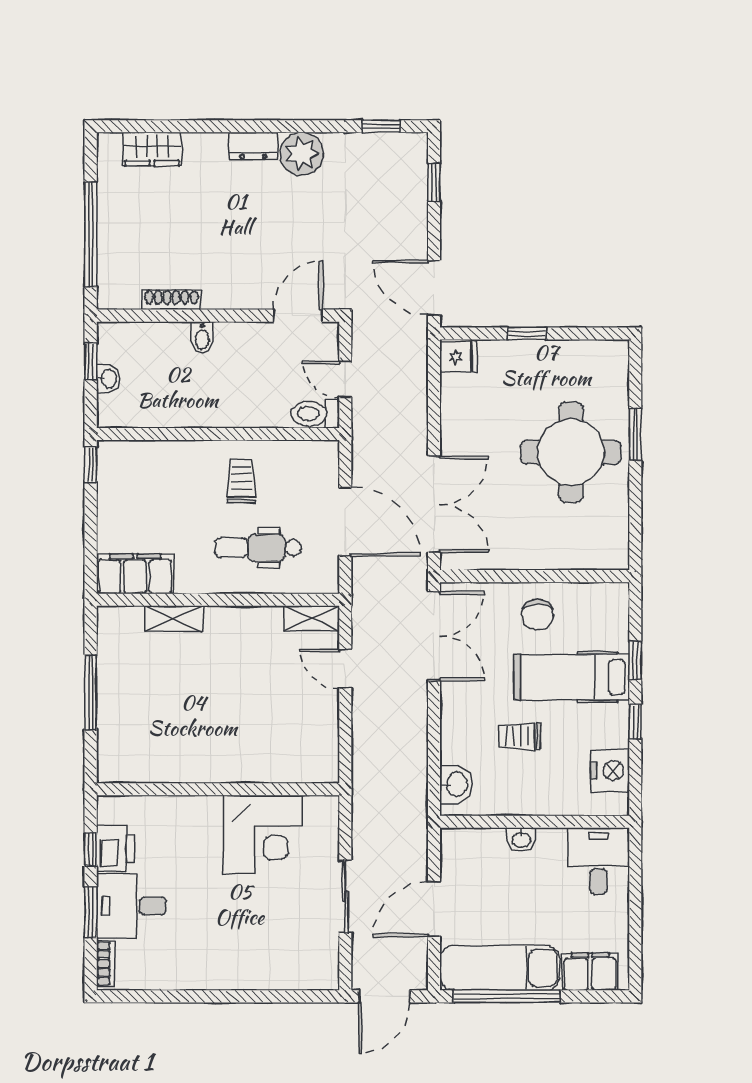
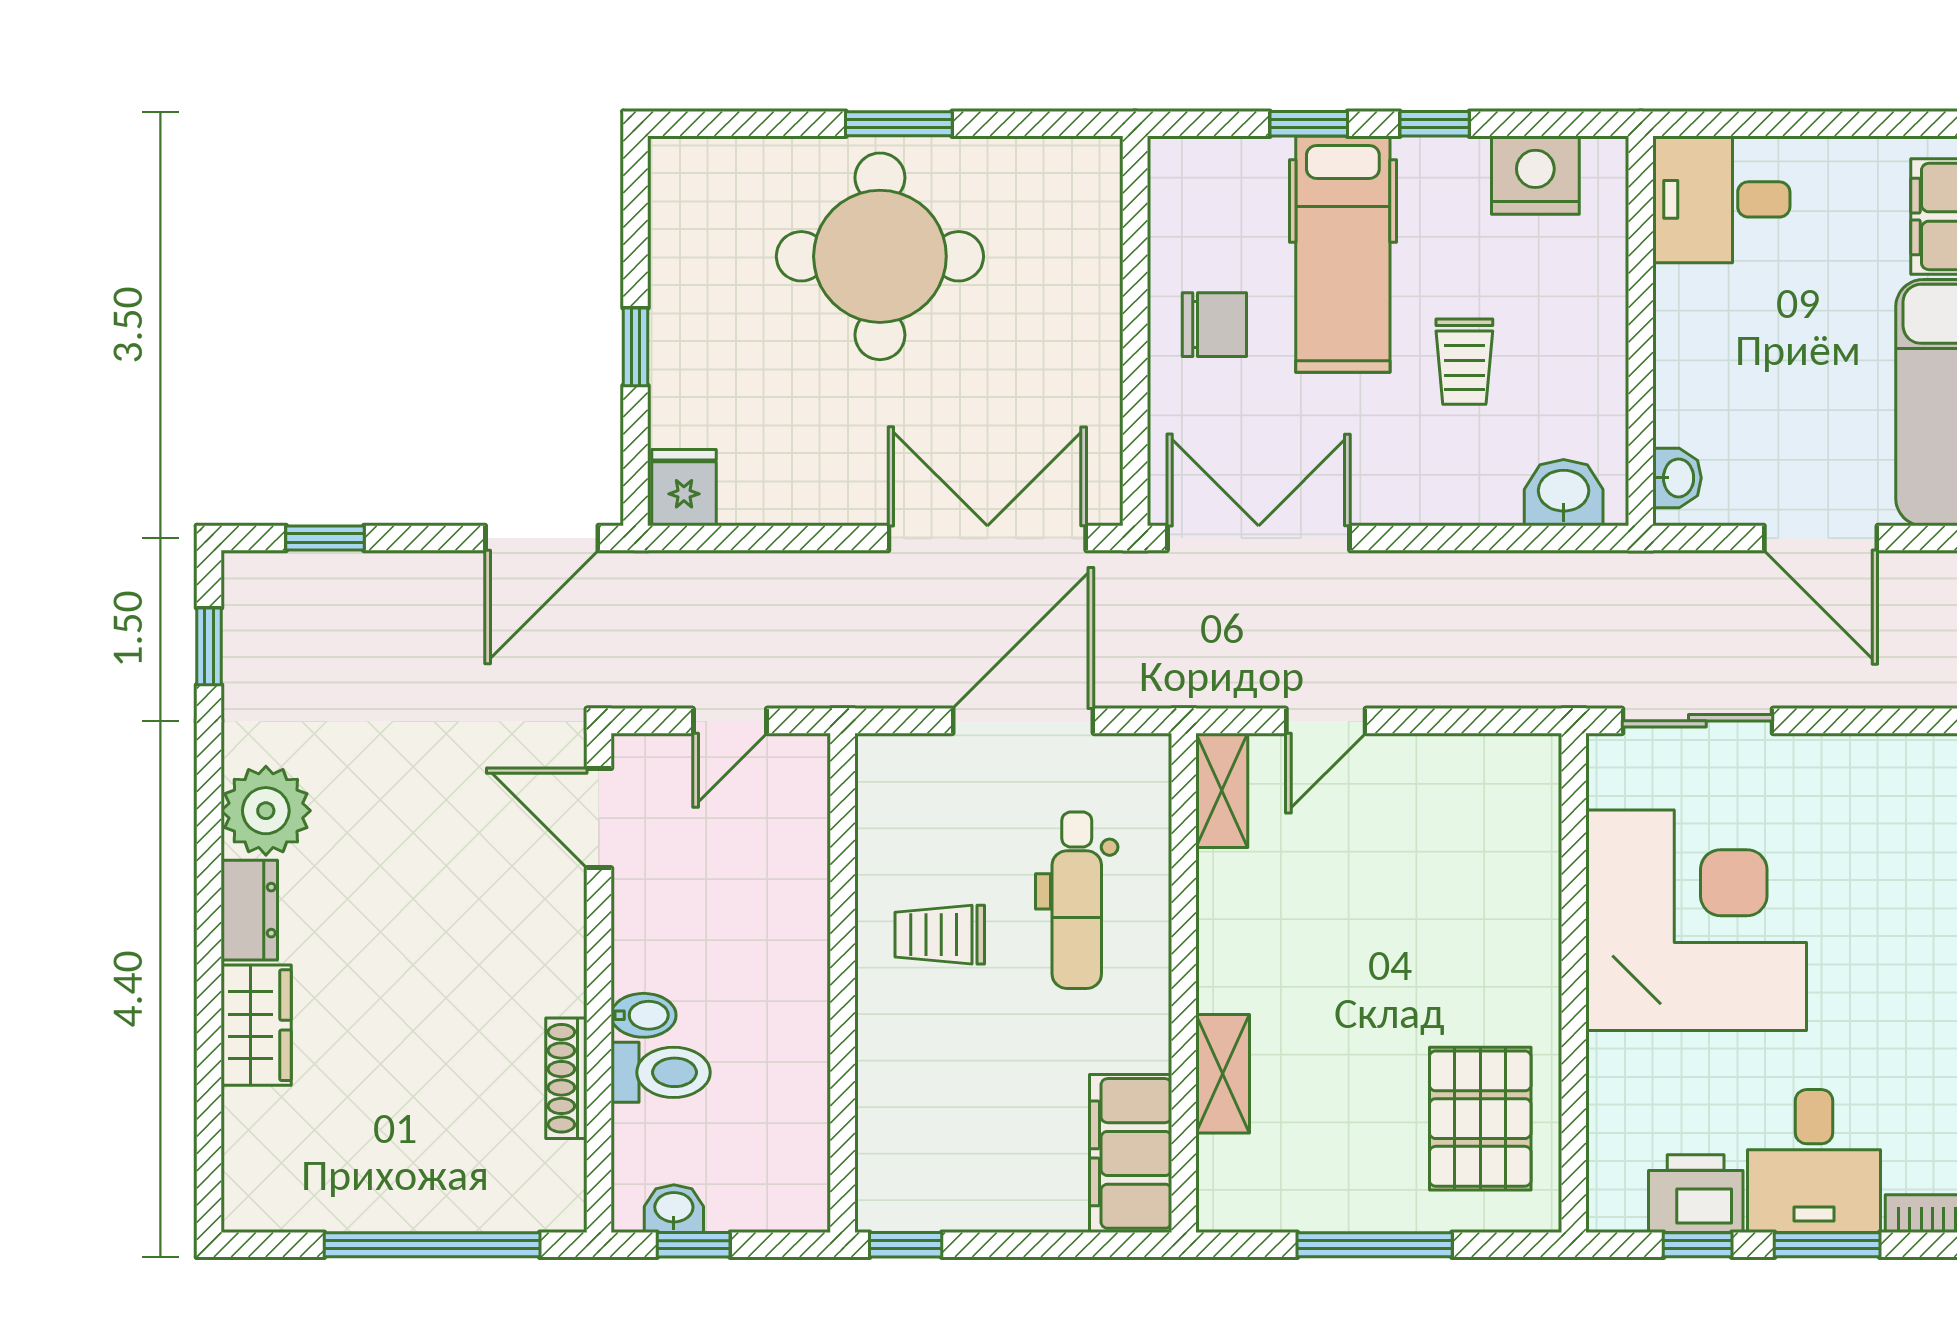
wardrobe: (152, 149) -> (256, 1025), moved
washbasin: (108, 379) -> (674, 1209), moved
toilet: (315, 414) -> (661, 1072), moved, turned -90
window: (635, 434) -> (899, 124), moved
pallet: (152, 744) -> (1480, 1119), added
corner desk: (263, 834) -> (1696, 920), width x1.36, depth x1.36
washbasin: (521, 839) -> (1677, 478), moved
sliding door: (345, 896) -> (1697, 721), moved

